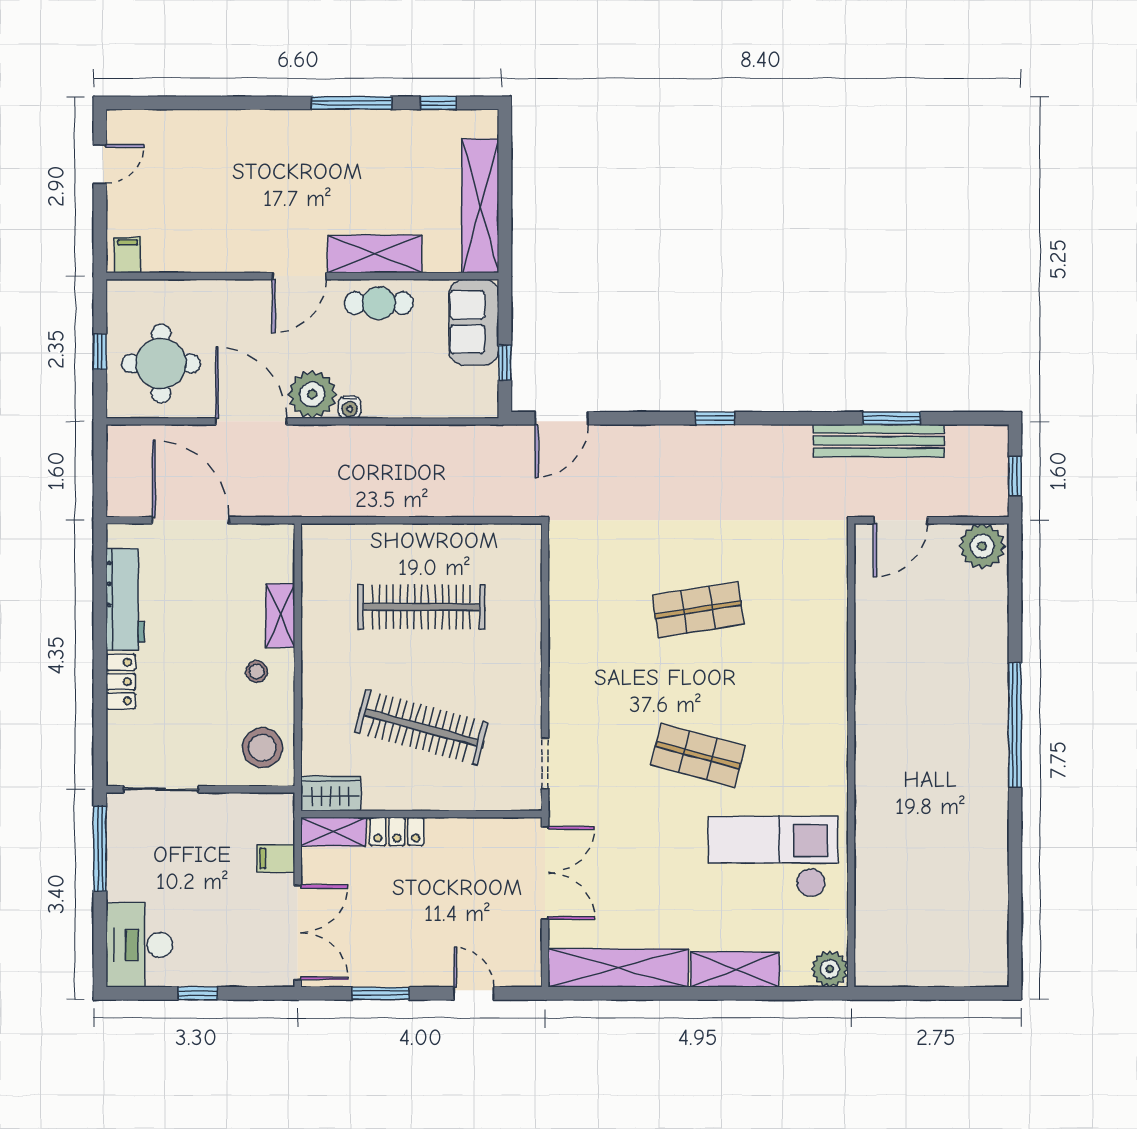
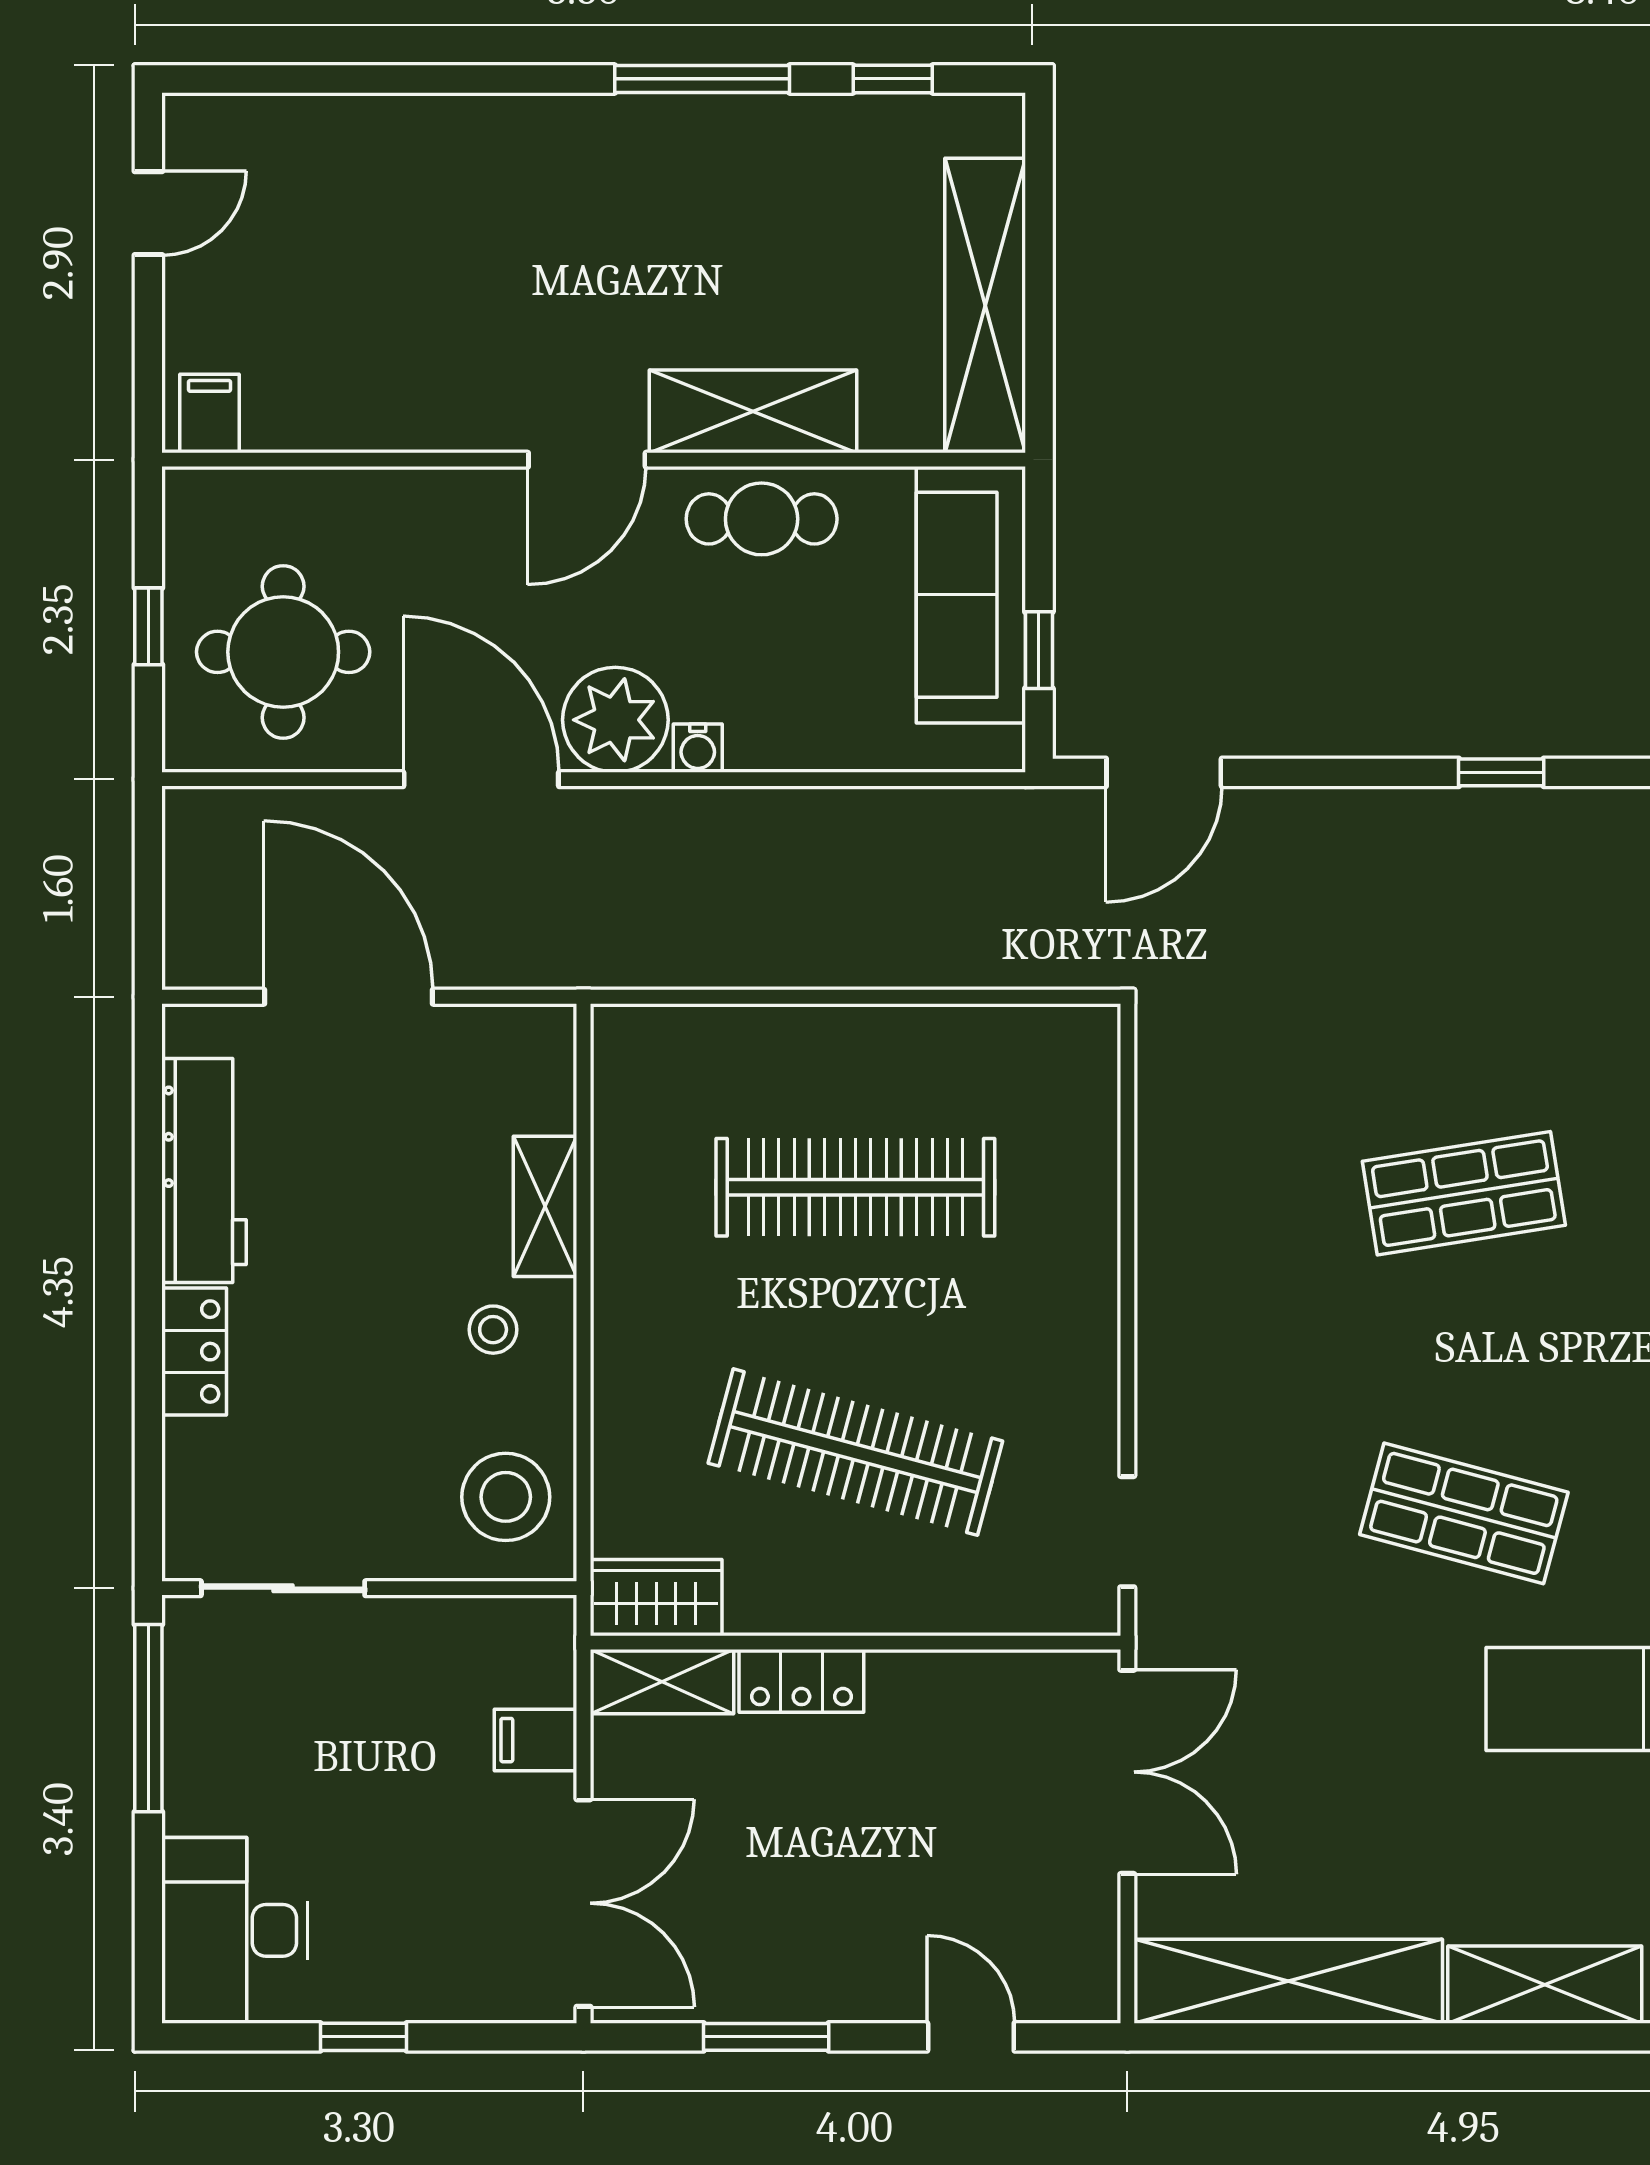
sofa: (474, 322) -> (971, 595), width x1.36

